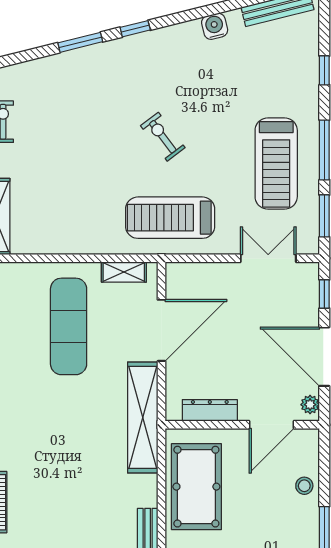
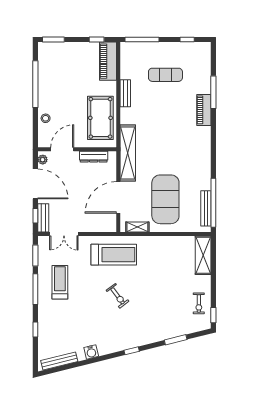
window: (80, 42) -> (176, 340), moved
treadmill: (276, 163) -> (60, 282), width x0.73, depth x0.73
bench: (309, 290) -> (43, 218), added
exercise mat: (69, 326) -> (165, 199), width x1.47

